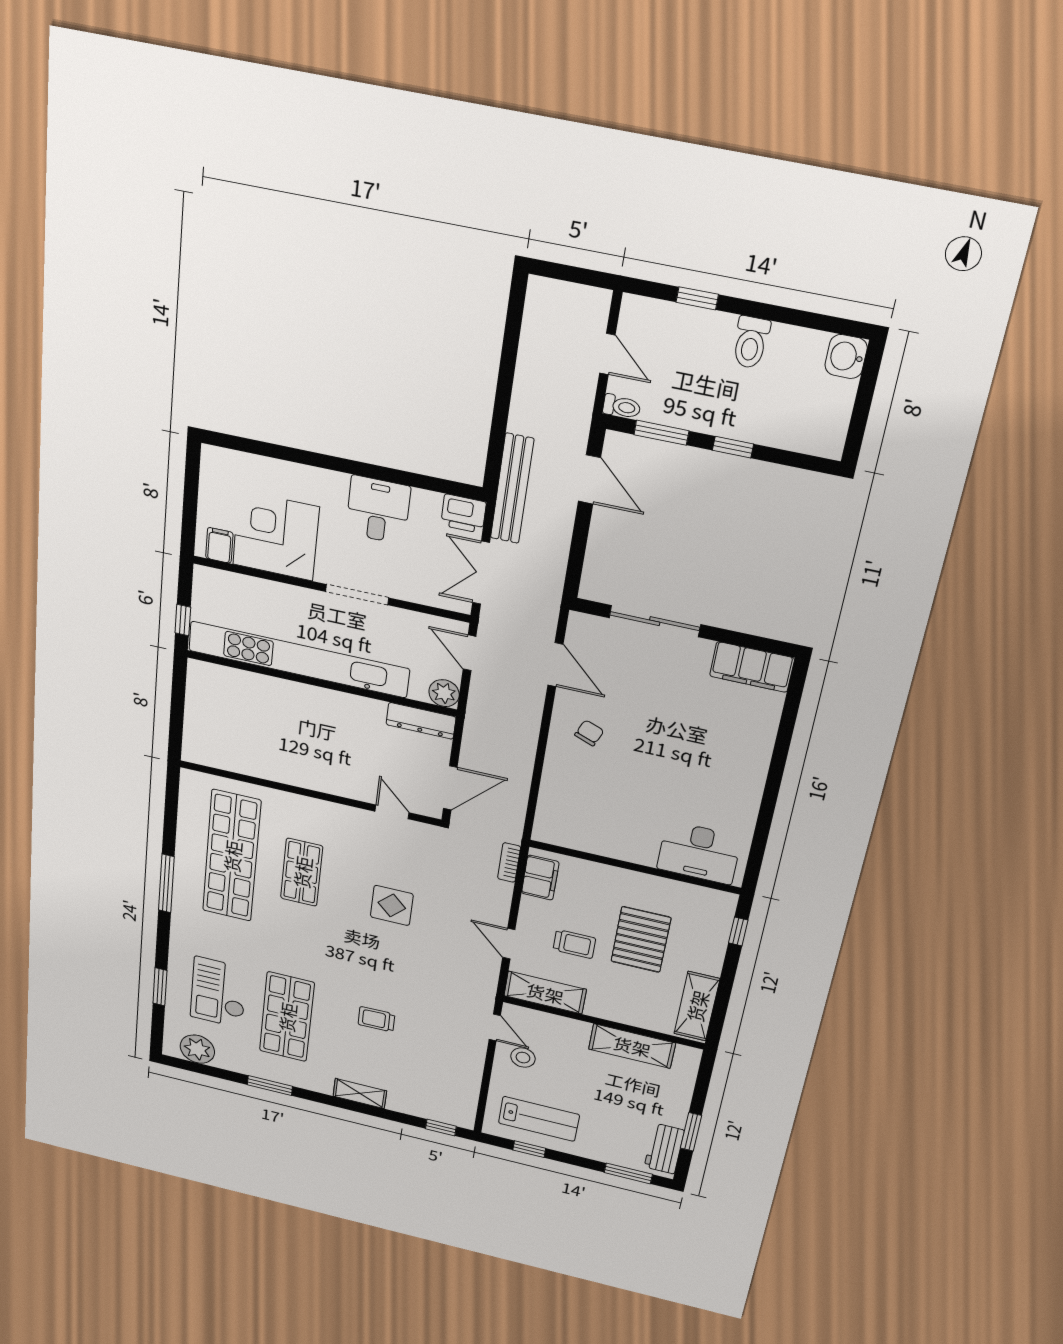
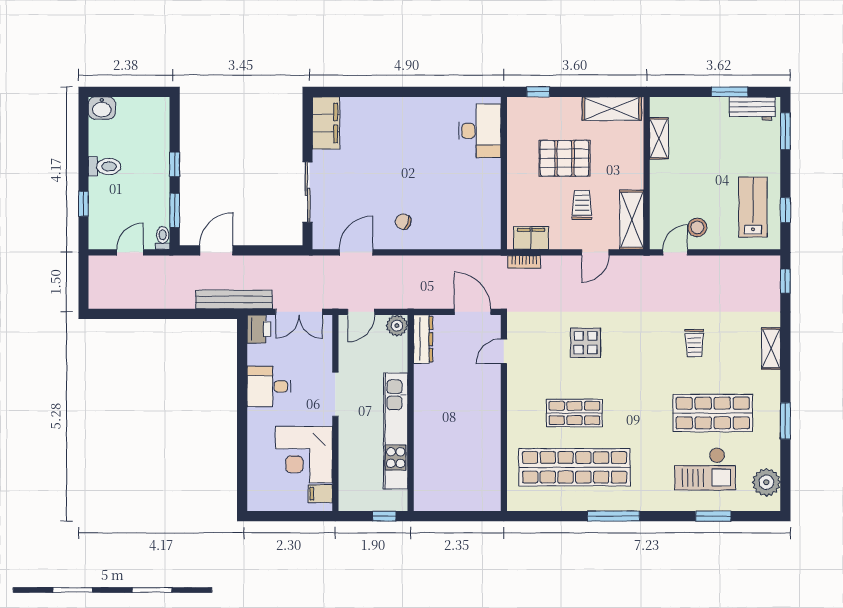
kitchen unit: (298, 659) -> (396, 431), width x0.73
shelving: (632, 1046) -> (659, 138), width x0.67, depth x0.75

